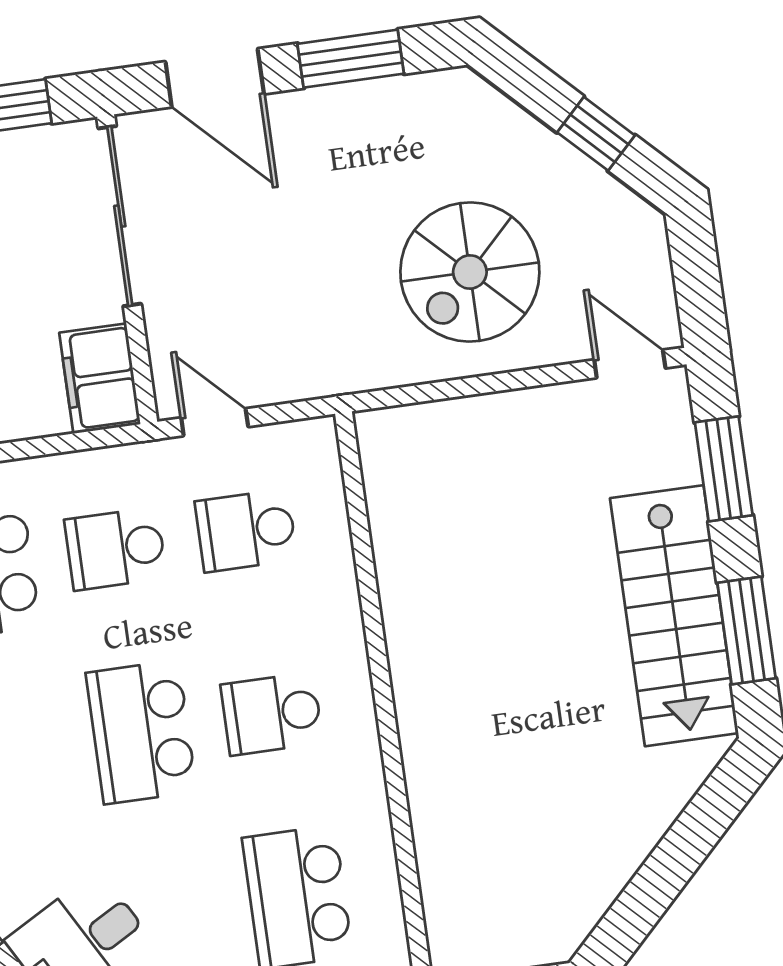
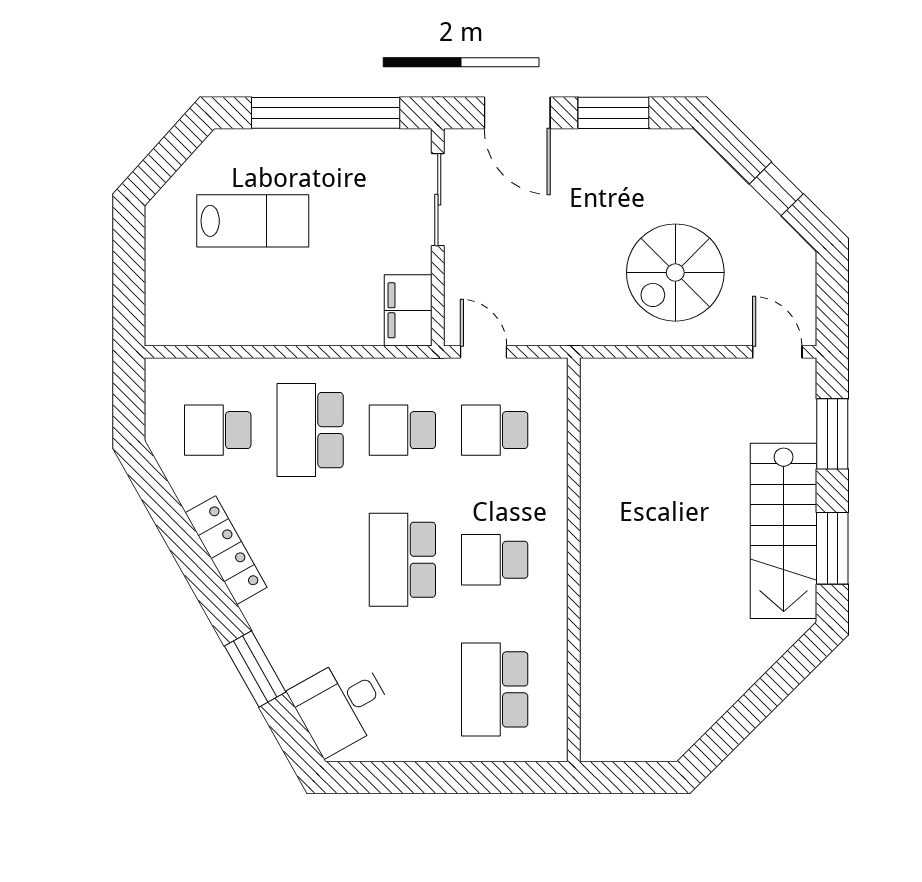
sliding door: (120, 216) -> (438, 200), width x0.73

